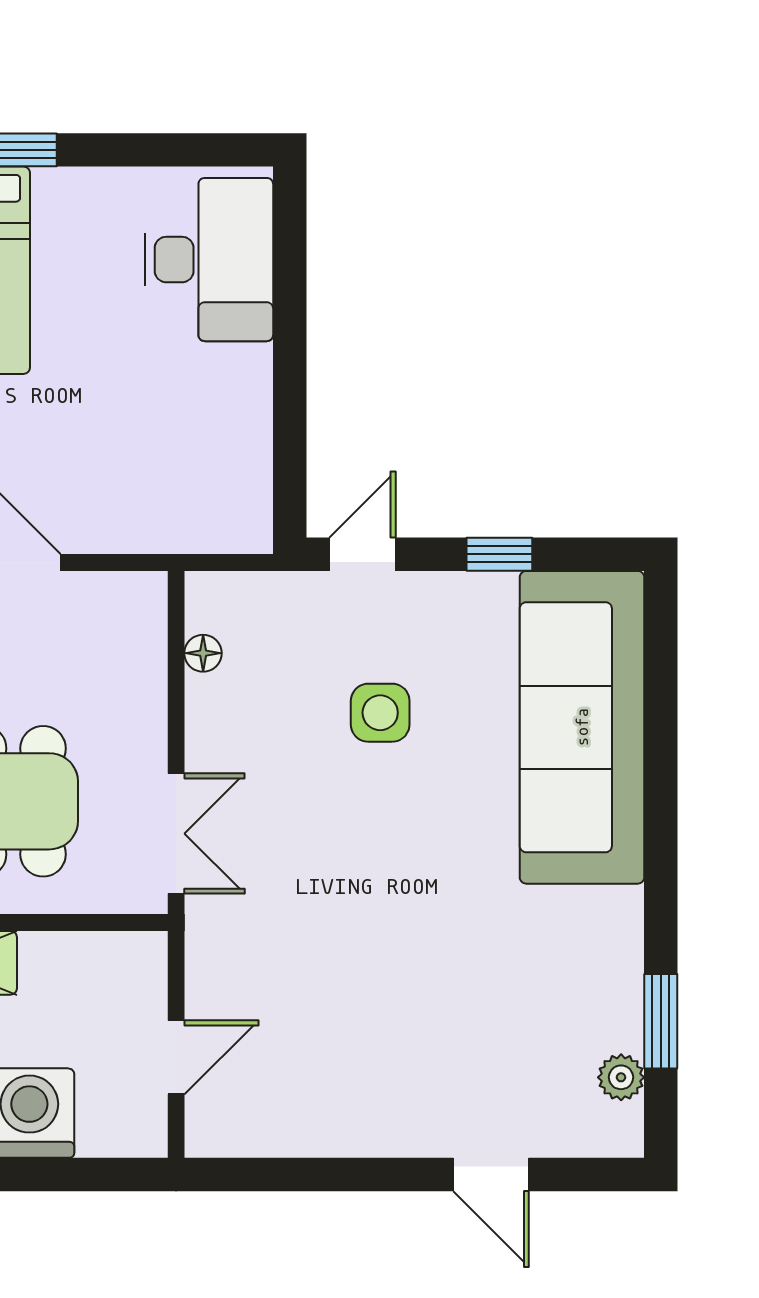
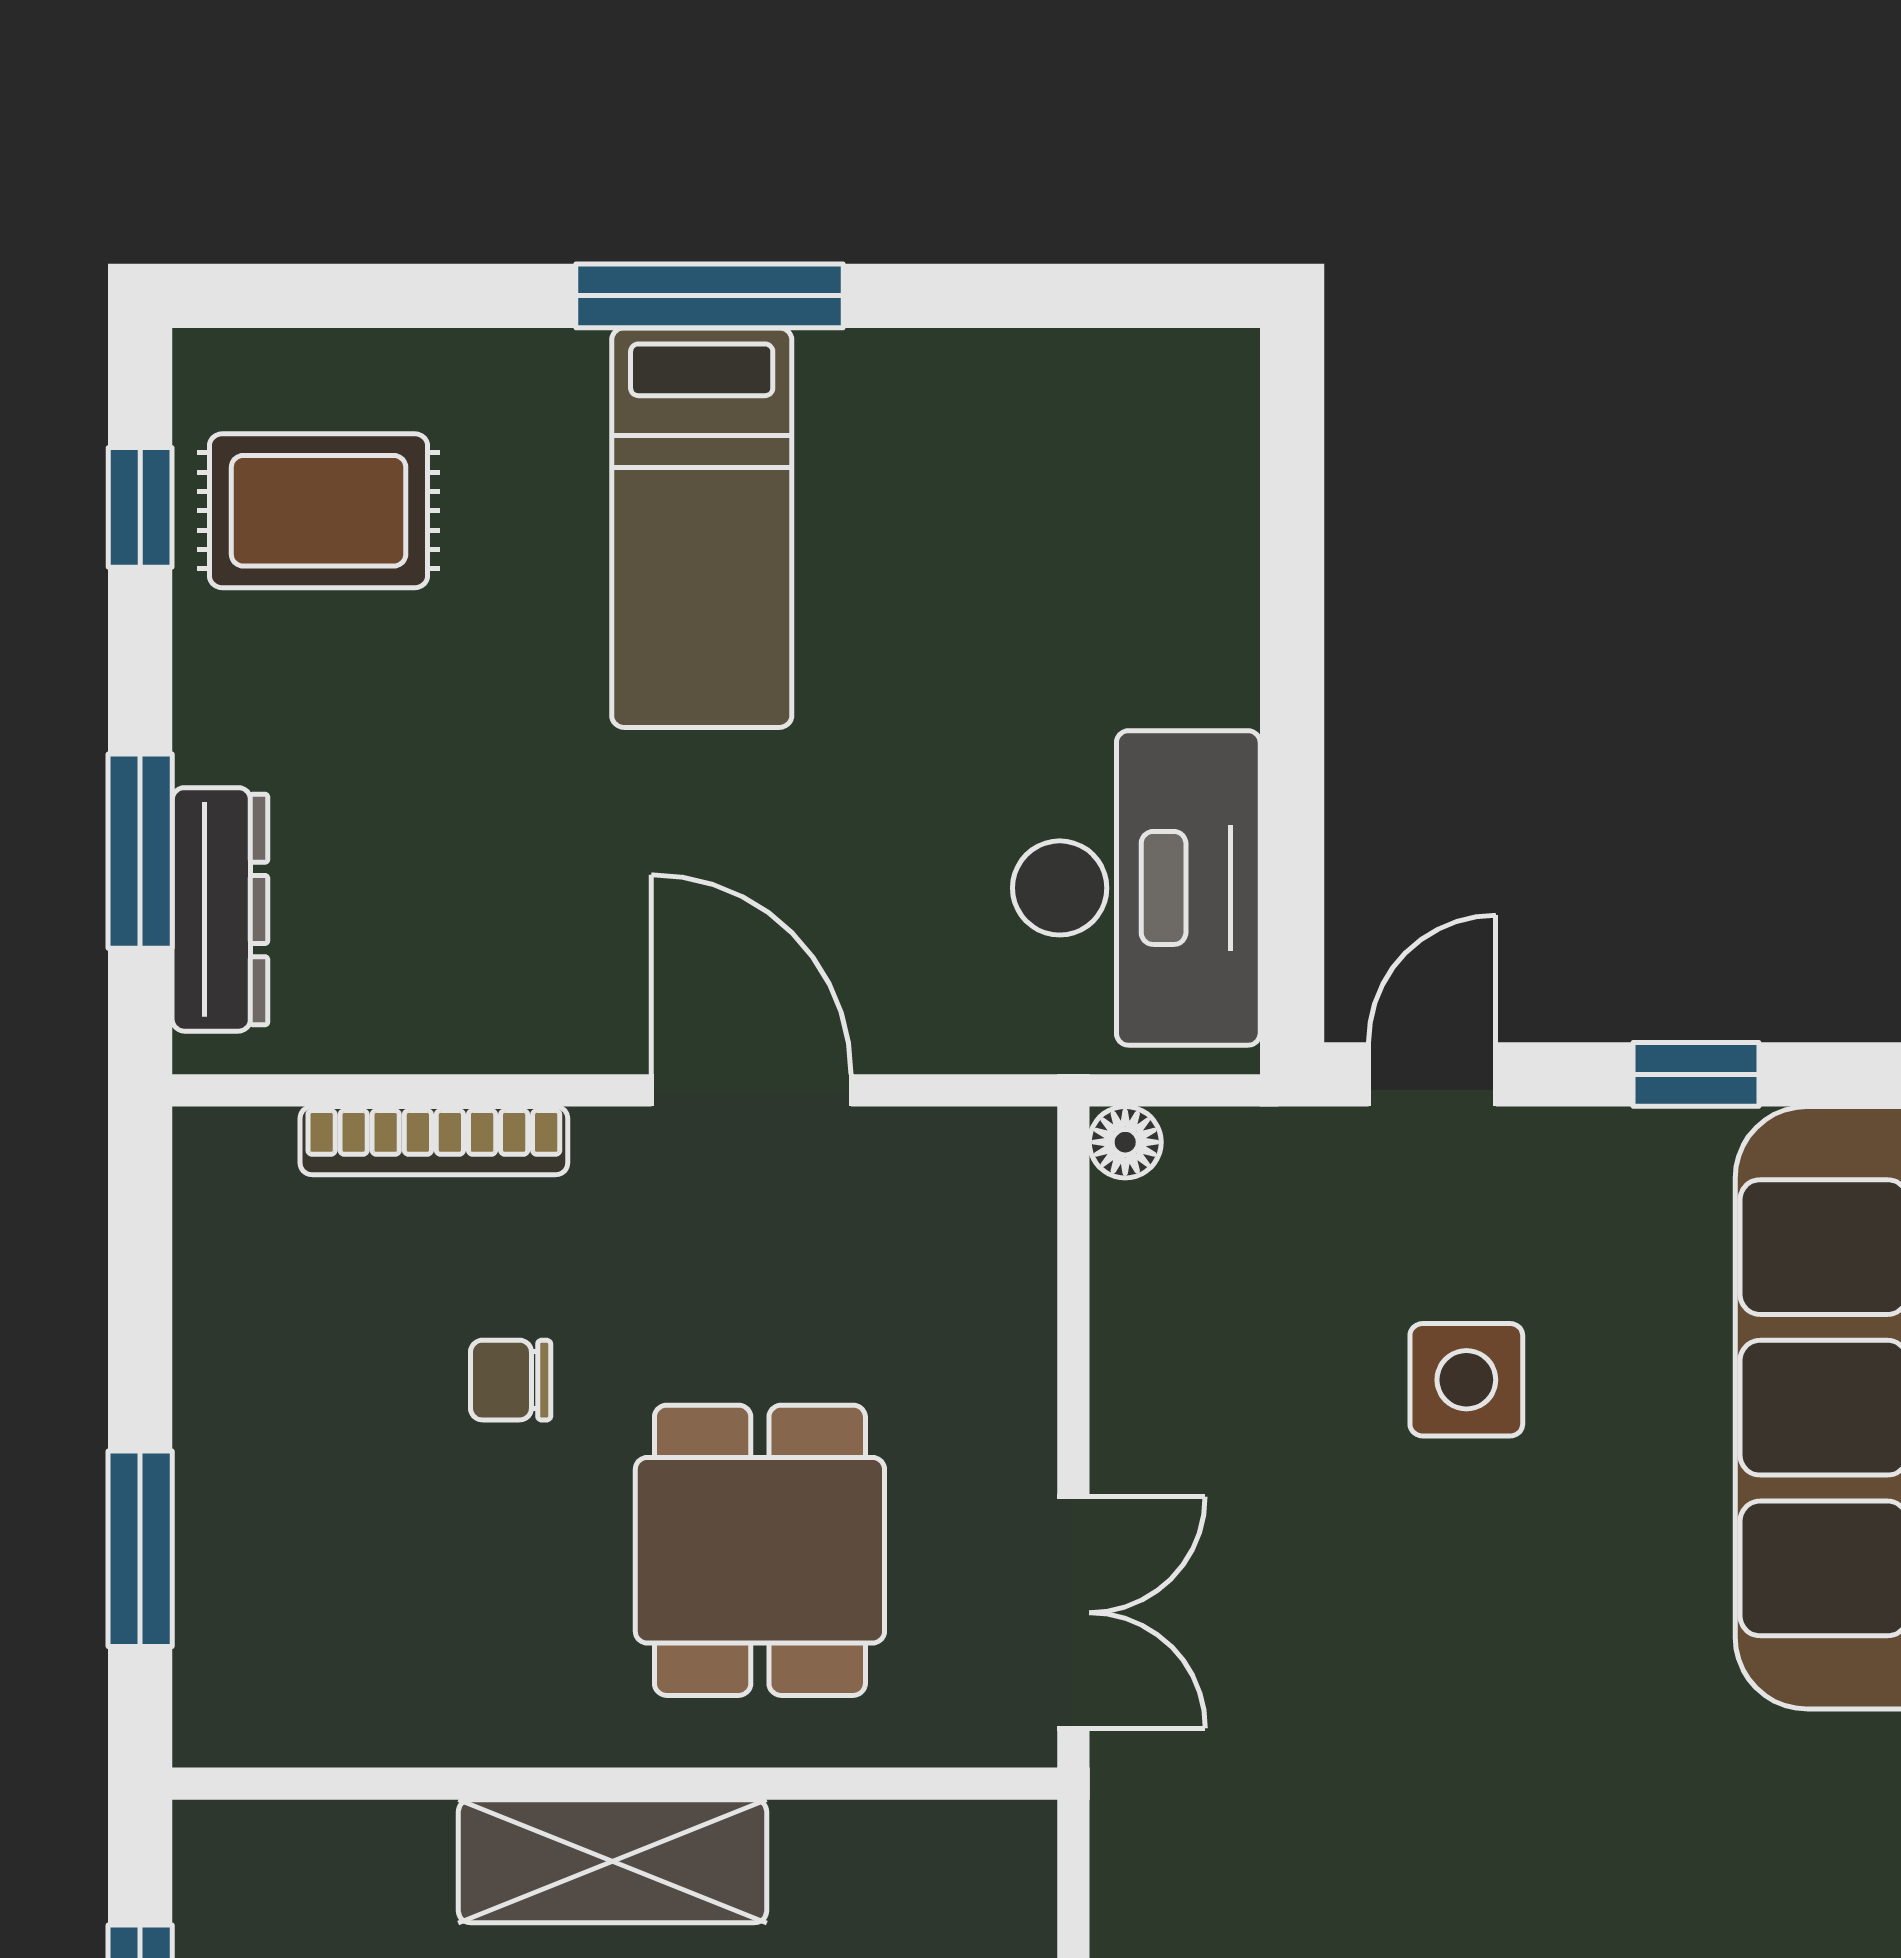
desk: (209, 260) -> (1136, 888), moved
floor lamp: (203, 653) -> (1125, 1142), moved

